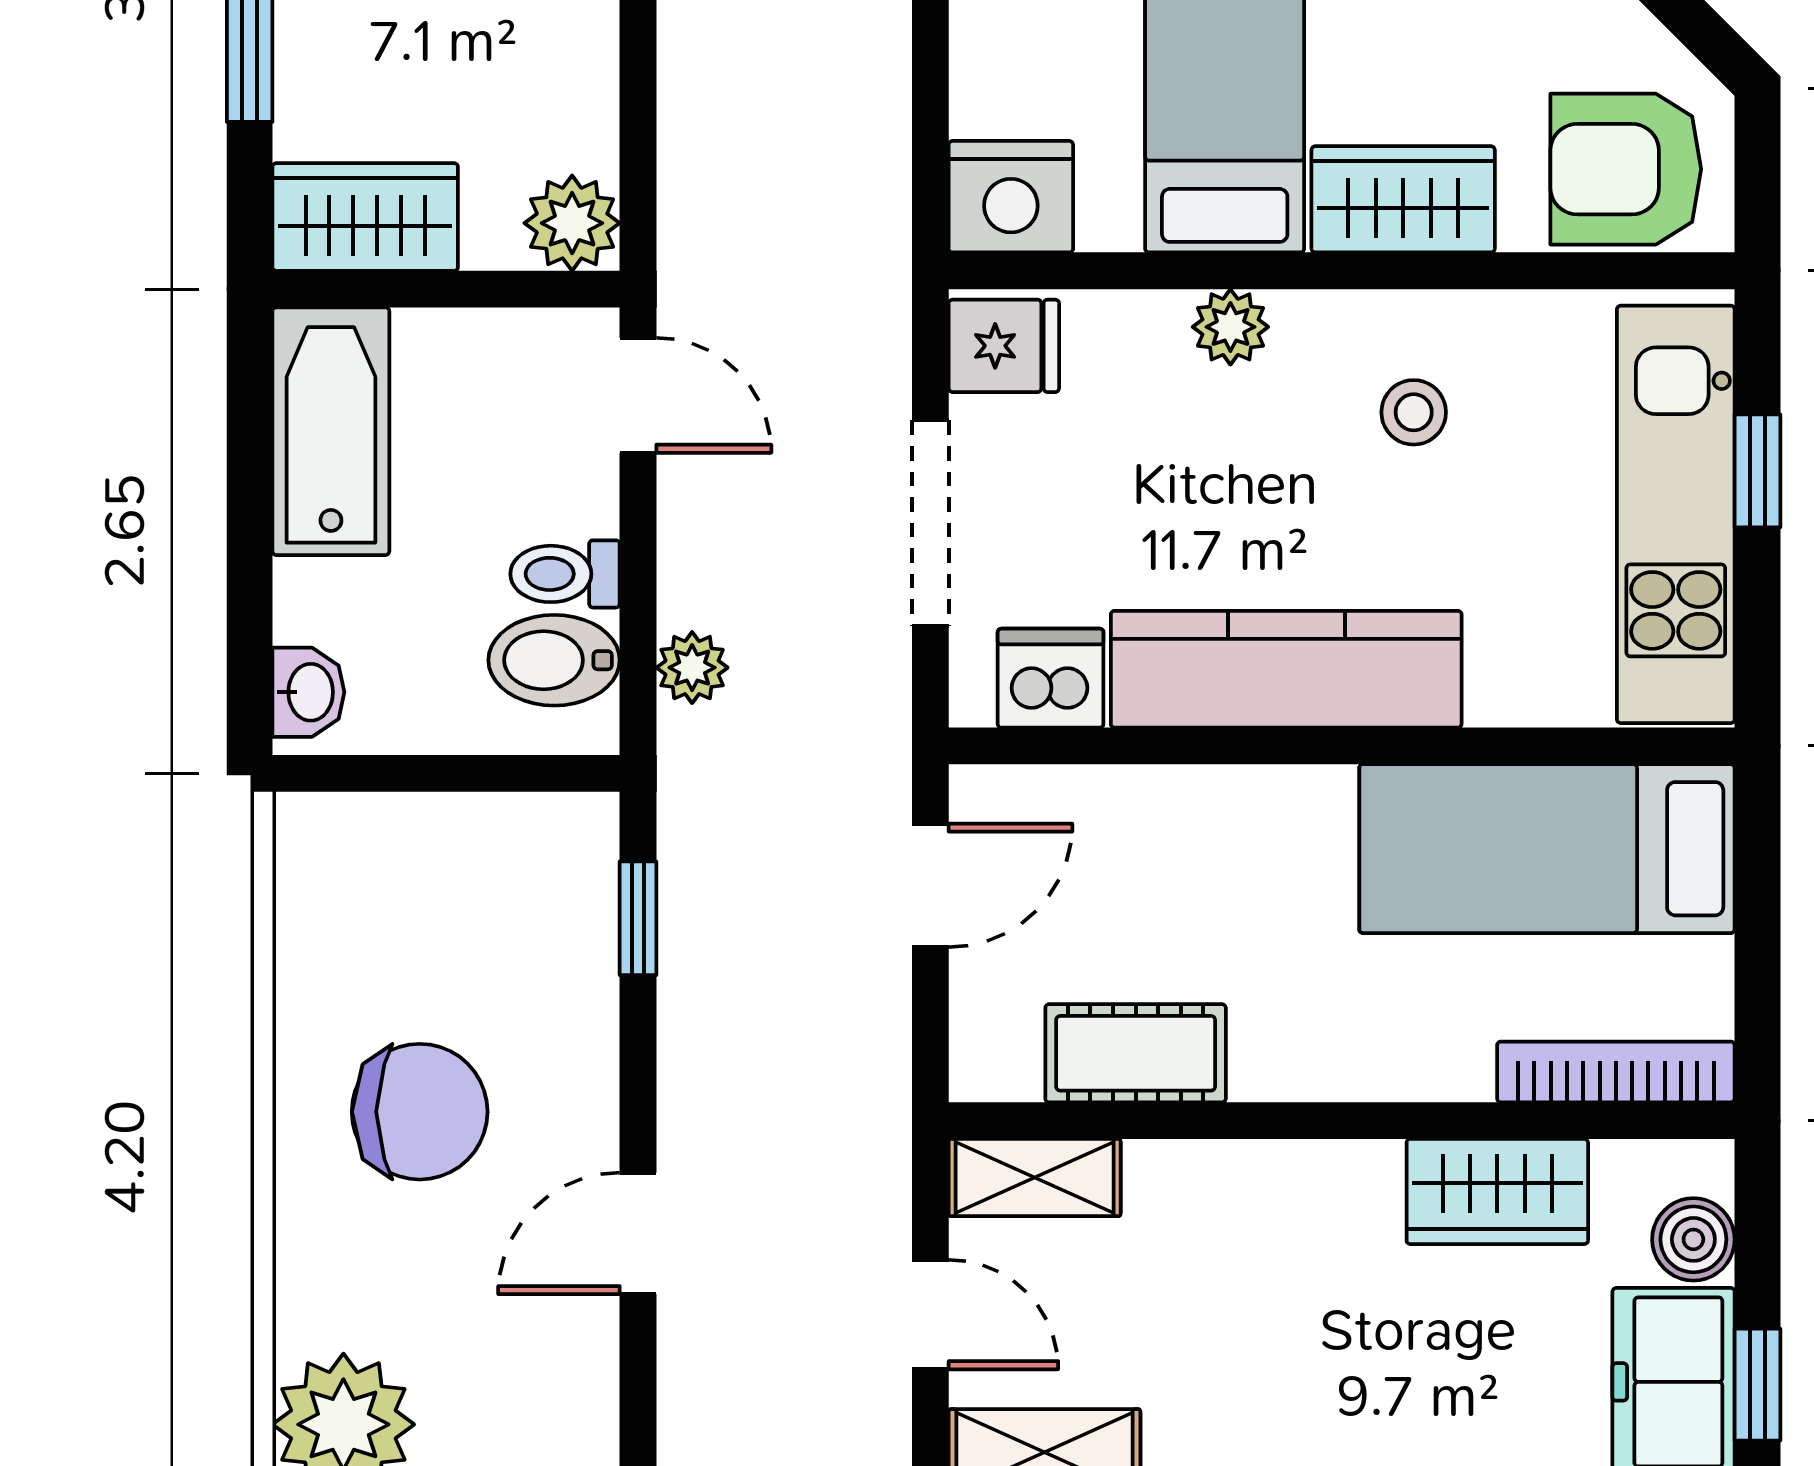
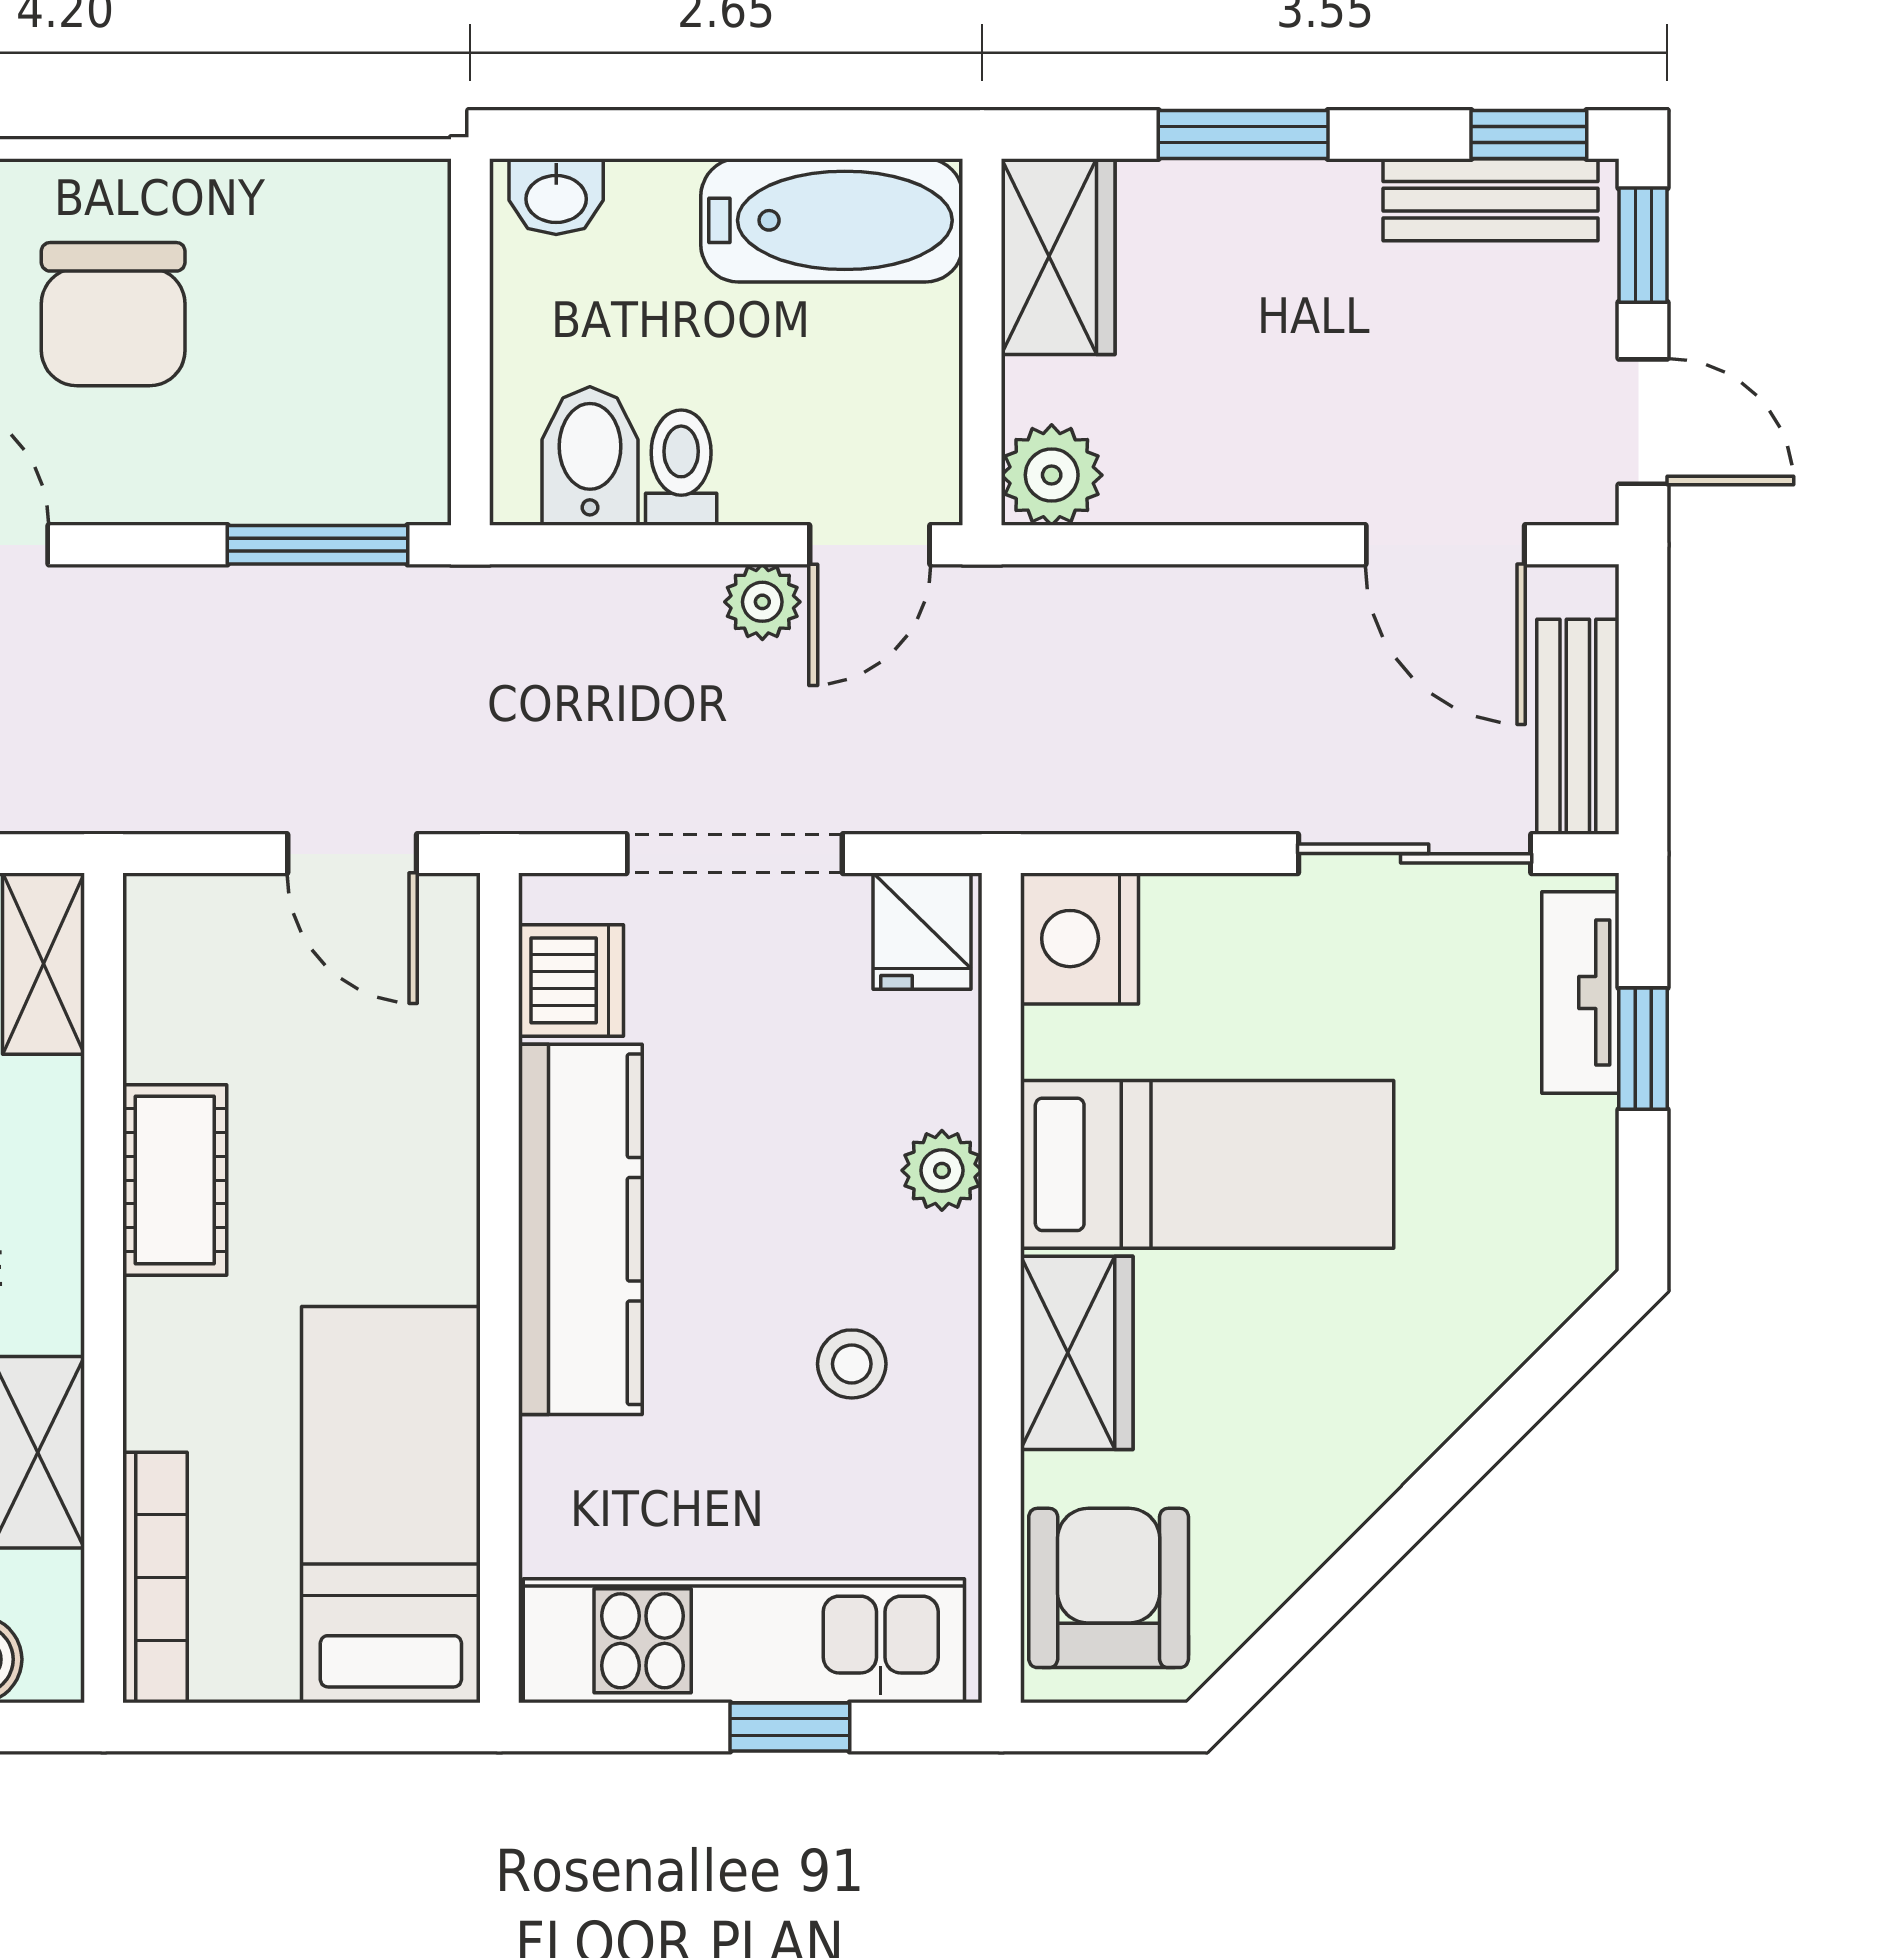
plant: (692, 668) -> (762, 602), moved
window: (638, 918) -> (317, 545), width x1.50
cot: (1136, 1053) -> (175, 1180), moved

